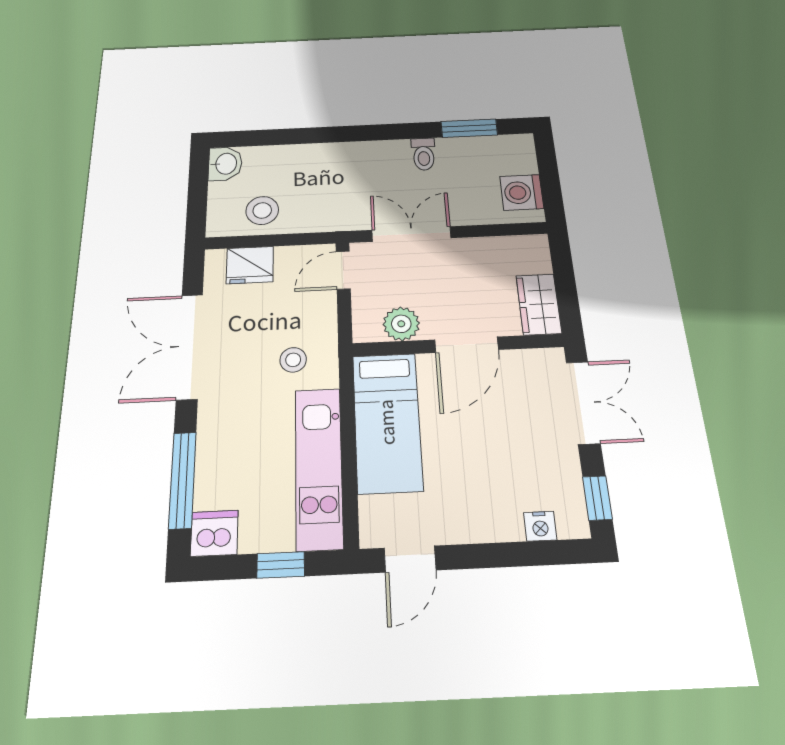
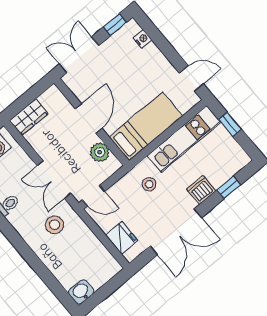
stool: (262, 210) -> (54, 225), moved
wardrobe: (539, 304) -> (29, 117), moved
door: (466, 345) -> (89, 119), hinge flipped
window: (182, 480) -> (229, 187), width x0.46
dishwasher: (214, 533) -> (201, 190), moved, turned 90

